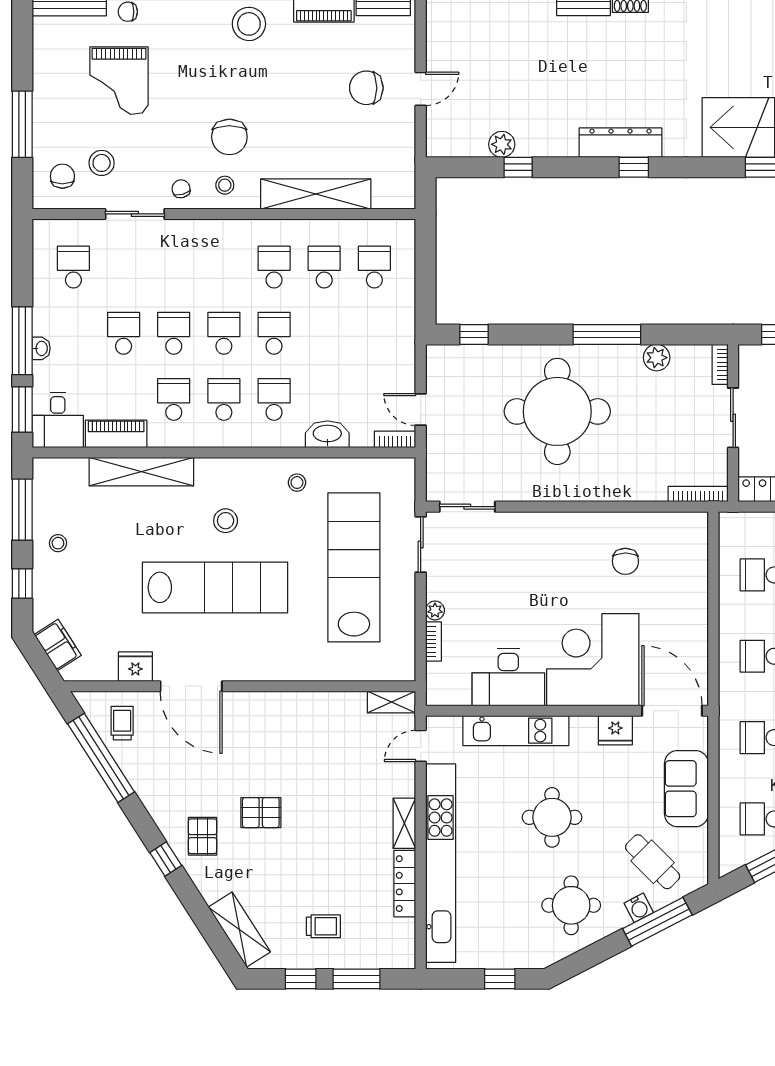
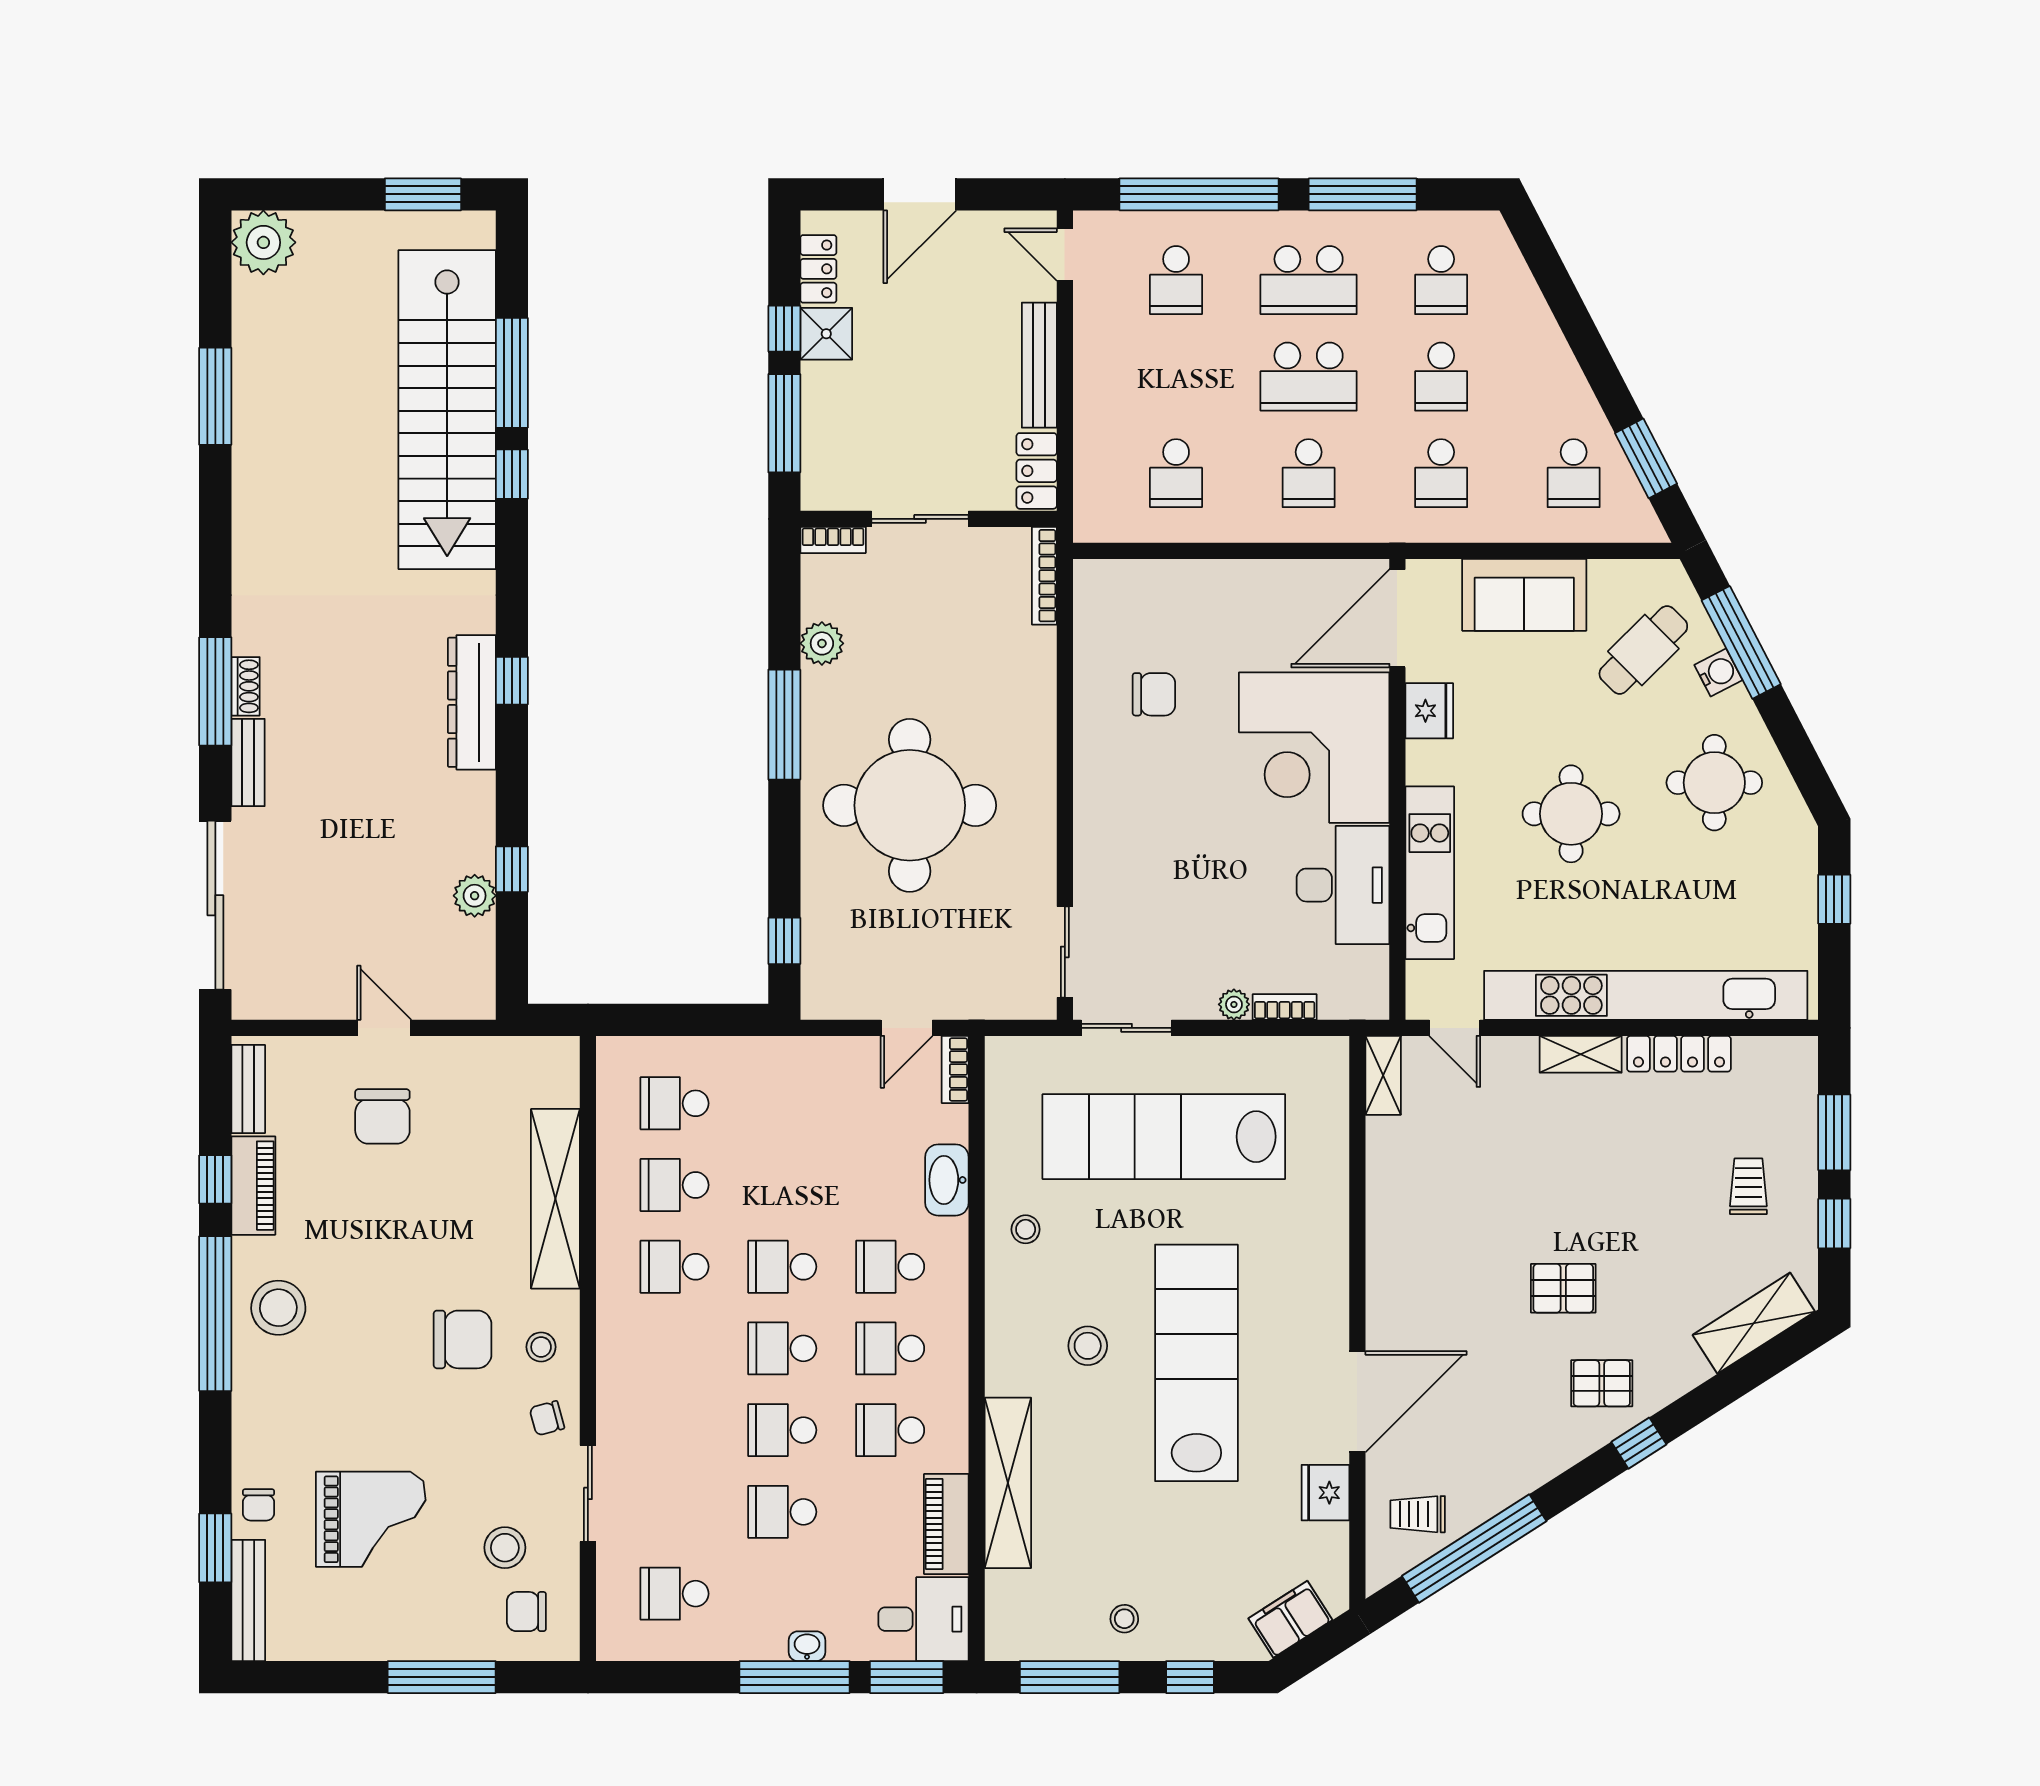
pallet: (261, 813) -> (1563, 1288), turned 90

